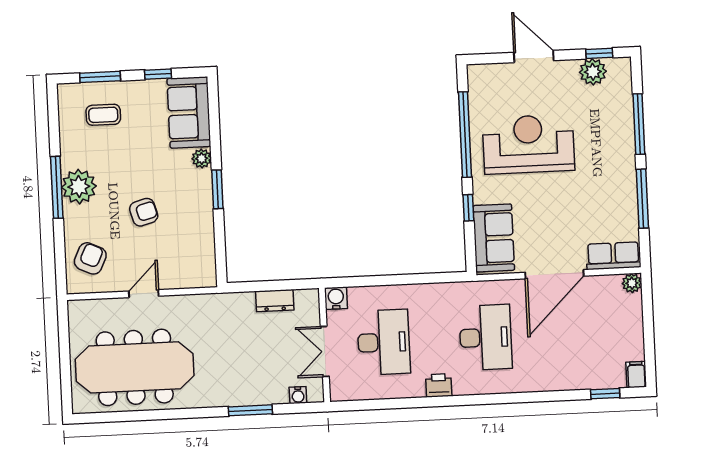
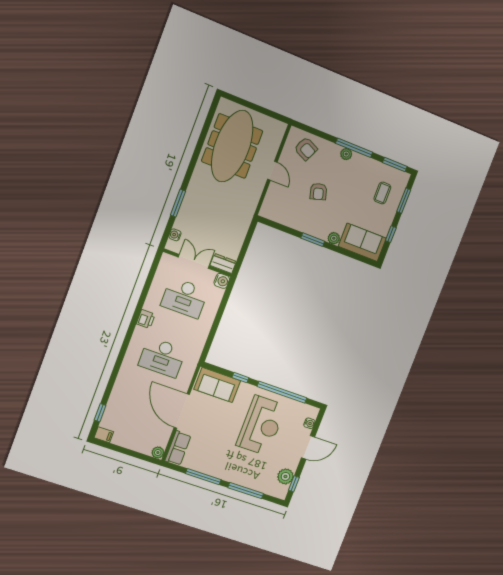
water cooler: (496, 71) -> (309, 423), added
window: (53, 115) -> (395, 164), added
plant: (79, 187) -> (346, 154), width x0.53, depth x0.53
dresser: (275, 301) -> (223, 263), moved, turned 90

